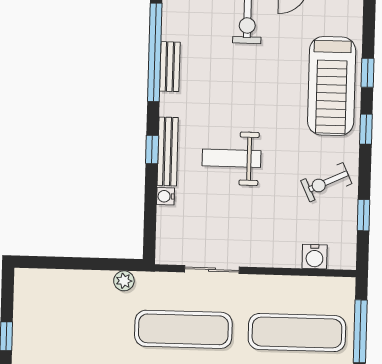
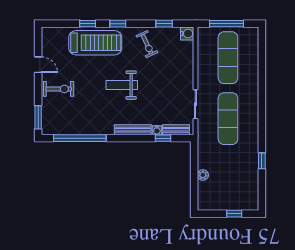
bench: (170, 67) -> (176, 130), moved
window: (152, 149) -> (163, 138), moved
weight bench: (232, 158) -> (122, 85), moved, turned 90
water cooler: (315, 257) -> (187, 33), moved
plant: (124, 281) -> (203, 175), moved

